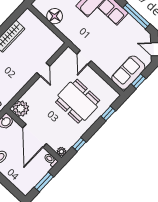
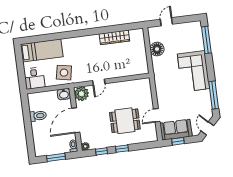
door: (84, 57) -> (157, 115), moved
door: (43, 69) -> (99, 82), moved
dining table: (78, 101) -> (125, 121), width x0.73
window: (108, 113) -> (122, 149), moved

